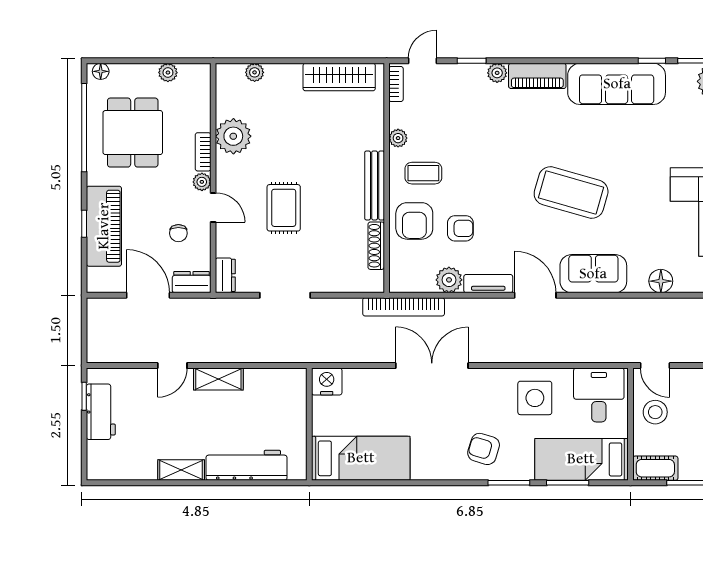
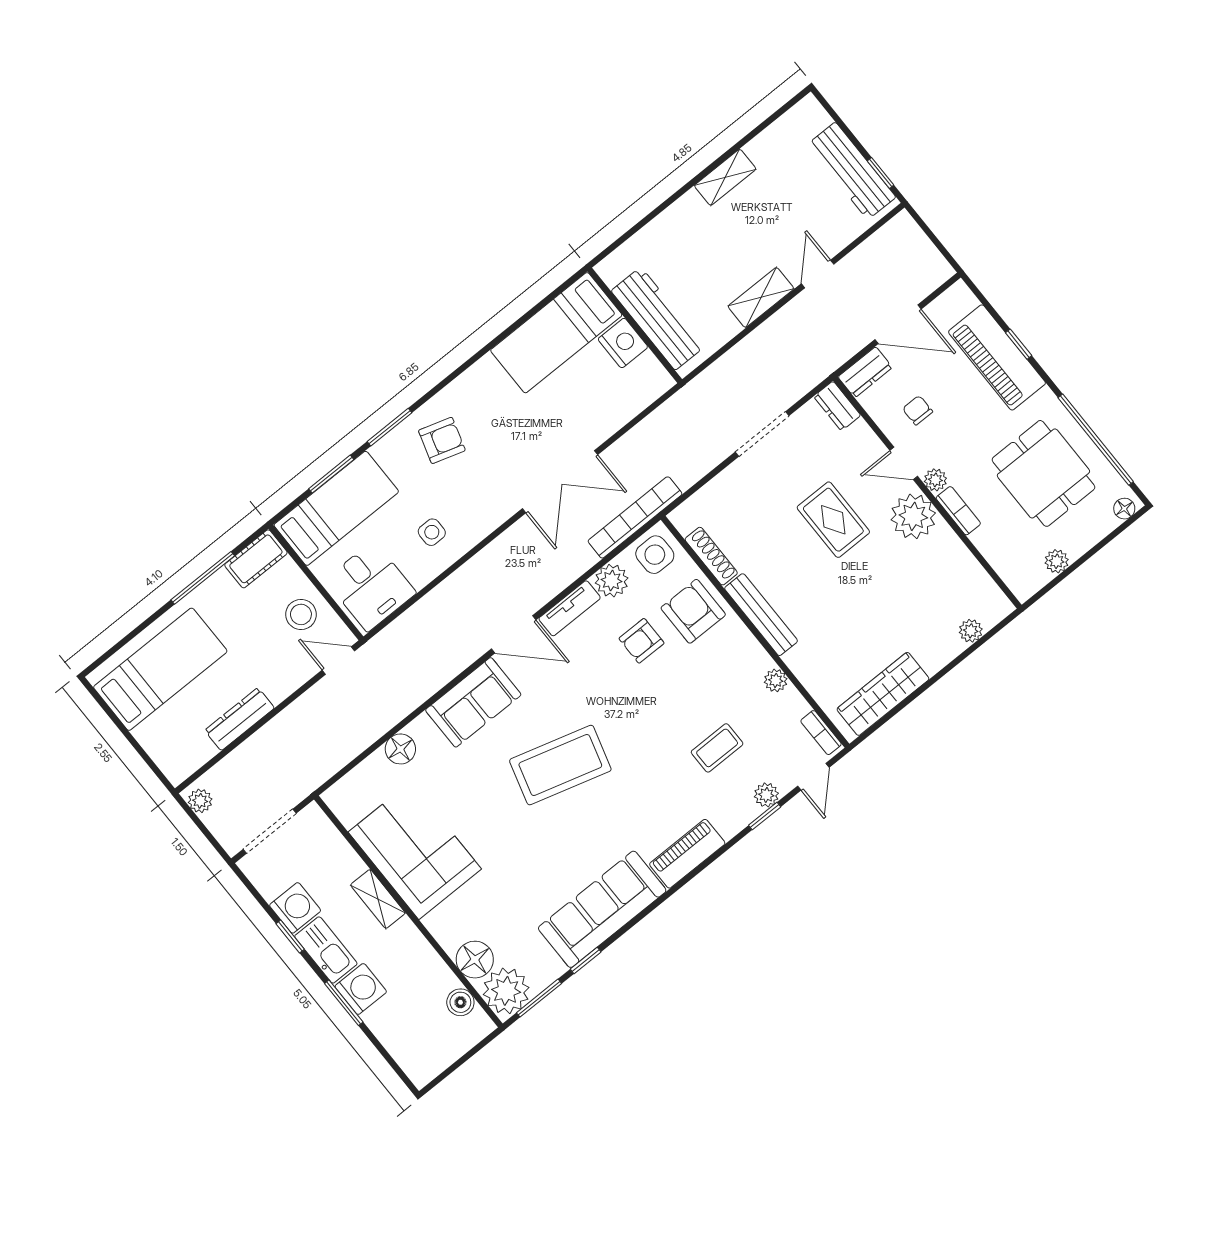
plant: (497, 73) -> (766, 795), moved
plant: (233, 136) -> (913, 516), moved
coffee table: (423, 173) -> (717, 748), moved
side table: (410, 274) -> (655, 555), added
nightstand: (327, 381) -> (623, 343), moved, turned -90
side table: (535, 398) -> (432, 532), width x0.54, depth x0.54
workbench: (101, 412) -> (851, 171), width x1.38
workbench: (247, 465) -> (658, 319), moved, turned -90

